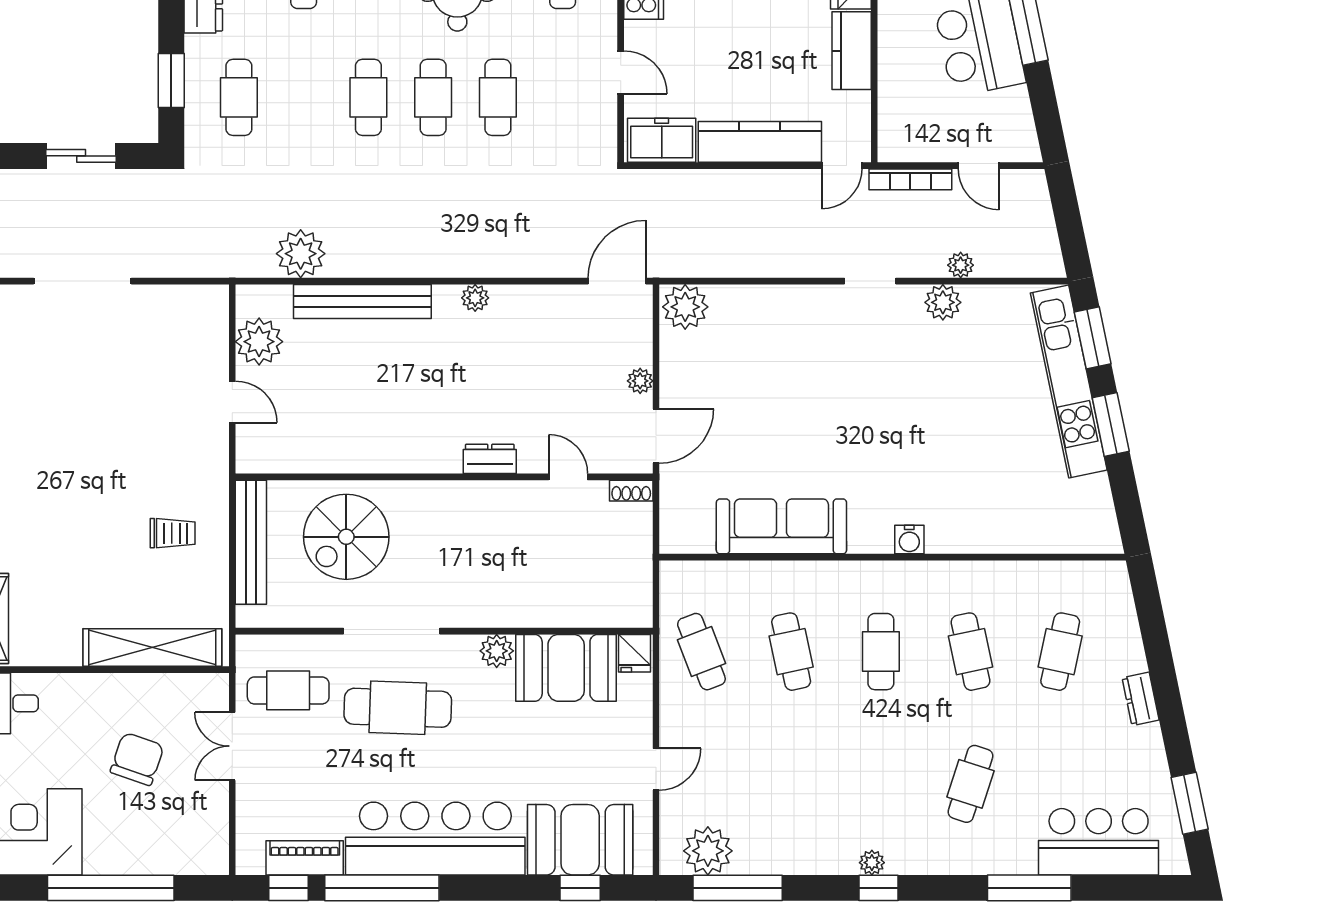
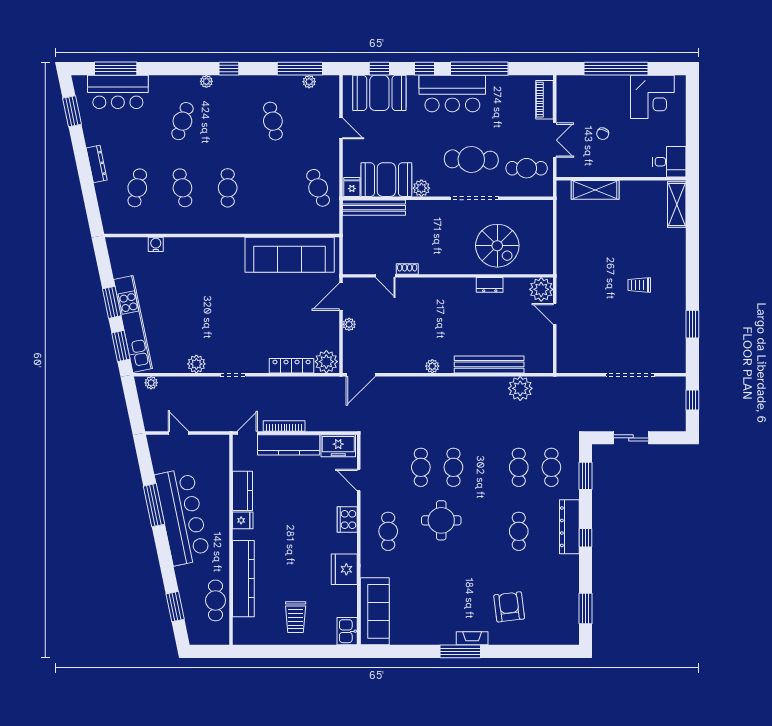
cafe table: (368, 97) -> (519, 467), moved
bookcase: (910, 179) -> (284, 426), moved
plant: (961, 265) -> (151, 383), moved
locker: (754, 299) -> (292, 366), added
plant: (259, 342) -> (541, 289), moved
dresser: (490, 459) -> (490, 285), moved
shoe rack: (631, 491) -> (407, 269), moved
sofa: (781, 526) -> (290, 255), width x1.36, depth x1.27
trolley: (173, 533) -> (639, 285), moved
spiral stairs: (346, 537) -> (497, 246), turned 90
water cooler: (909, 540) -> (156, 244), moved
bench: (251, 542) -> (374, 208), moved, turned 90
shelving: (152, 647) -> (595, 190), width x0.68
cafe table: (791, 652) -> (273, 121), moved
dresser: (1141, 699) -> (97, 164), width x1.44
chair: (137, 759) -> (603, 134), width x0.54, depth x0.54
door: (656, 769) -> (341, 128), swing flipped
bar counter: (435, 839) -> (452, 94), width x0.73
plant: (708, 851) -> (309, 82), width x0.53, depth x0.53
piano: (305, 858) -> (544, 100), moved, turned 90
plant: (872, 863) -> (206, 81), moved
window: (289, 888) -> (425, 69), moved
window: (1029, 888) -> (116, 69), moved

